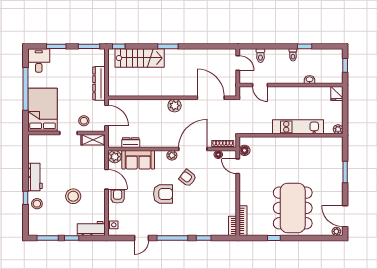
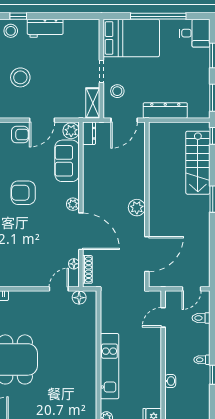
dresser: (131, 143) -> (89, 133), moved
armchair: (188, 178) -> (44, 224), removed
armchair: (163, 194) -> (23, 193), turned 90

